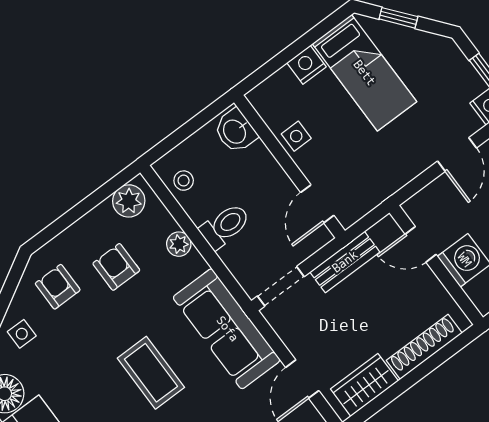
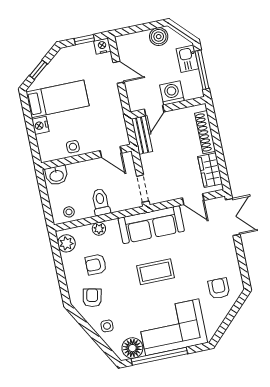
bench: (345, 262) -> (142, 135), moved
armchair: (58, 287) -> (92, 298), turned 102

